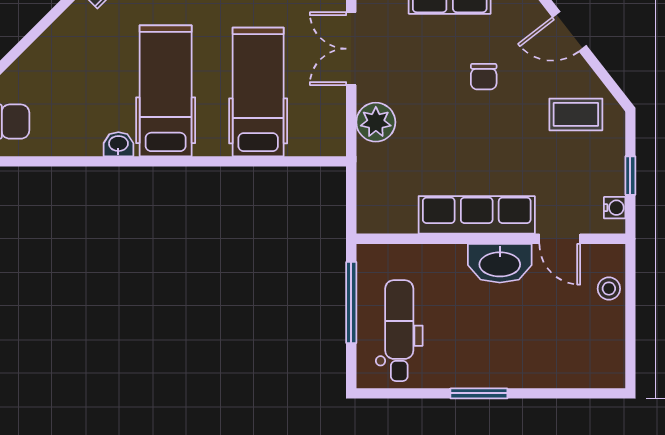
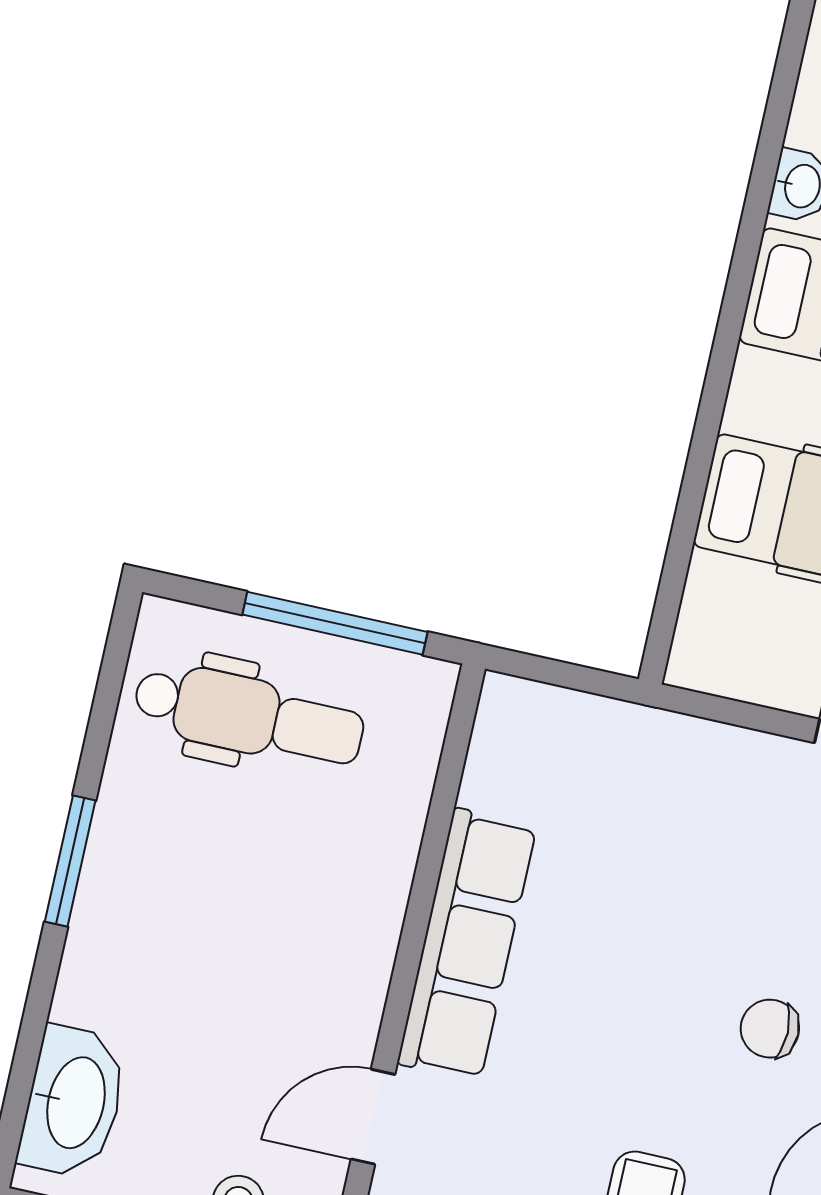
plant: (376, 122) -> (722, 767), removed
washbasin: (500, 263) -> (73, 1102), moved, turned 180

